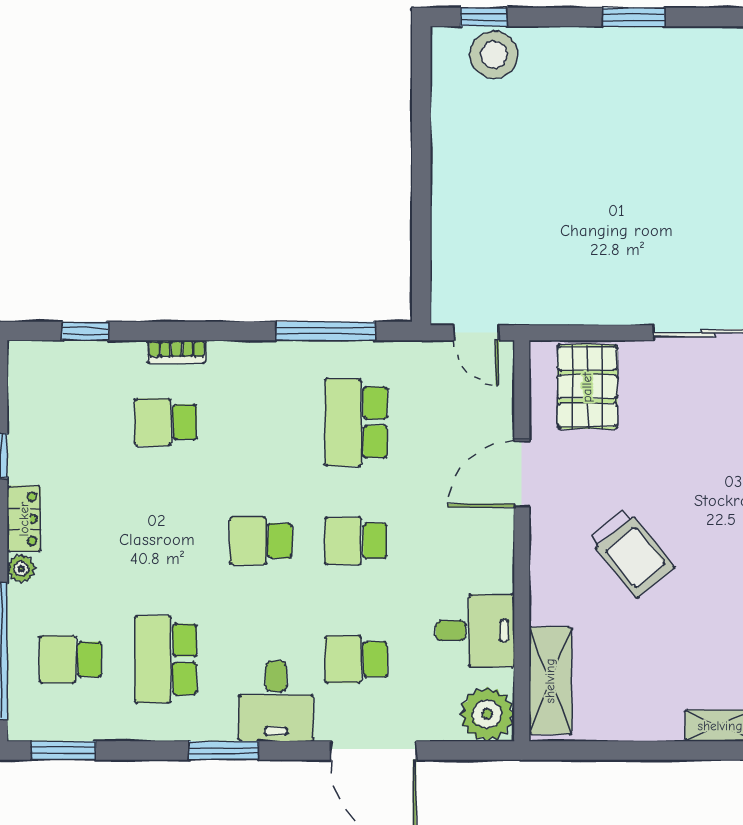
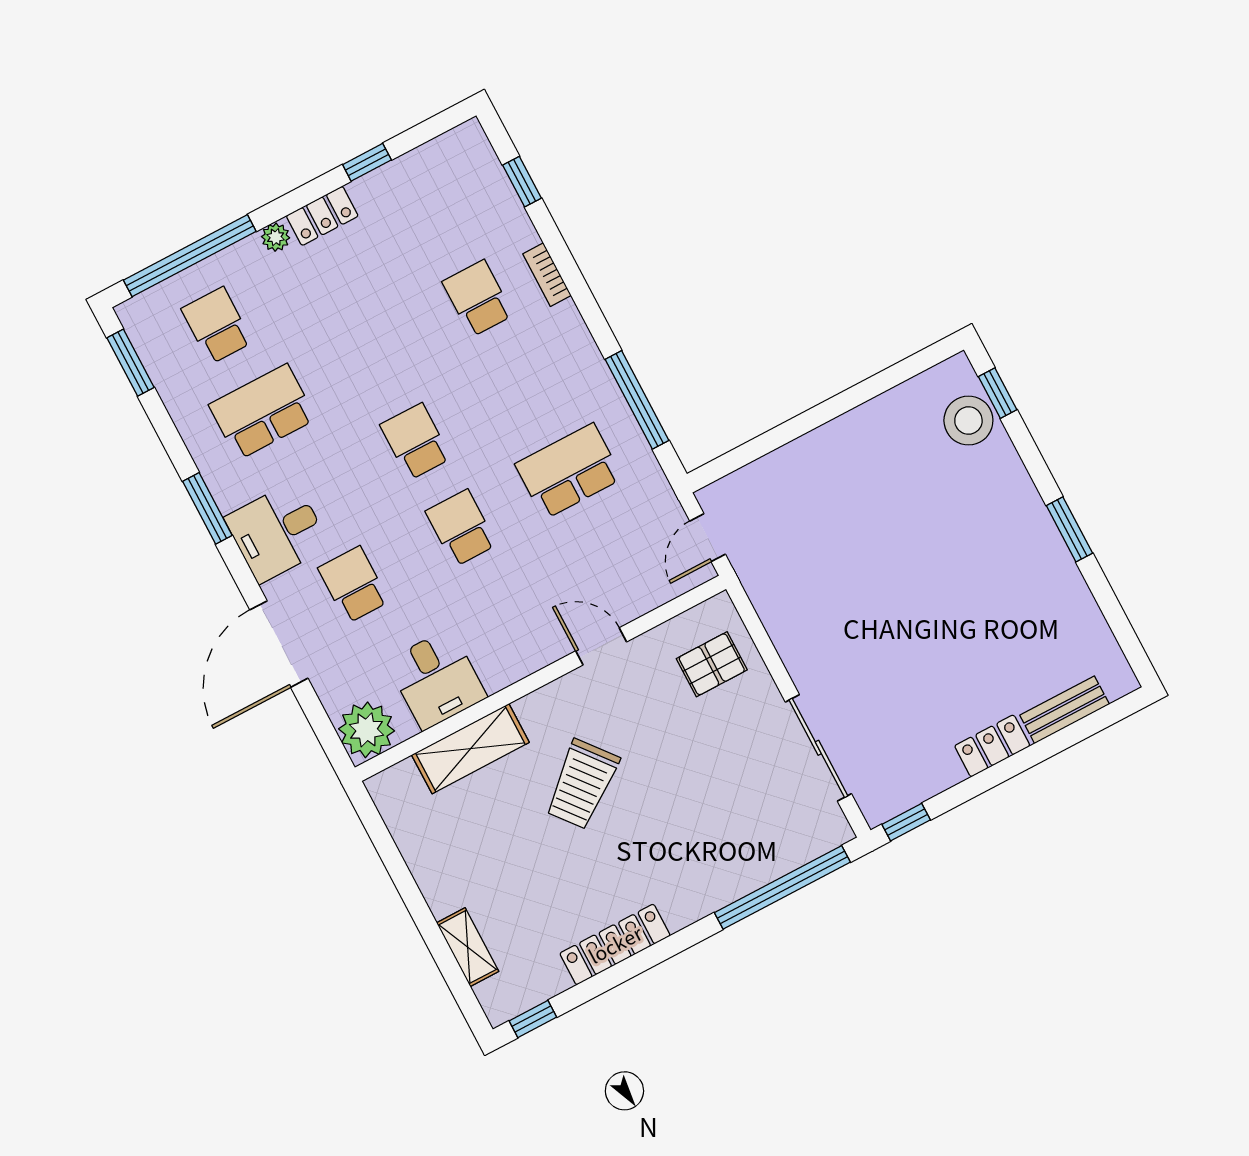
pallet: (587, 387) -> (712, 664), width x0.67, depth x0.71
door: (522, 474) -> (601, 646), width x0.73
shelving: (550, 681) -> (470, 749), moved

